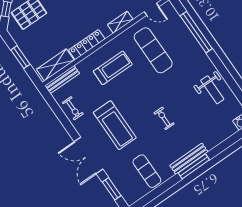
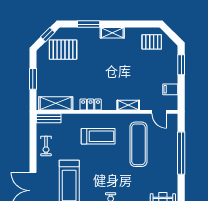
locker: (87, 45) -> (91, 105), width x0.66
bench: (62, 80) -> (49, 118), width x0.73

